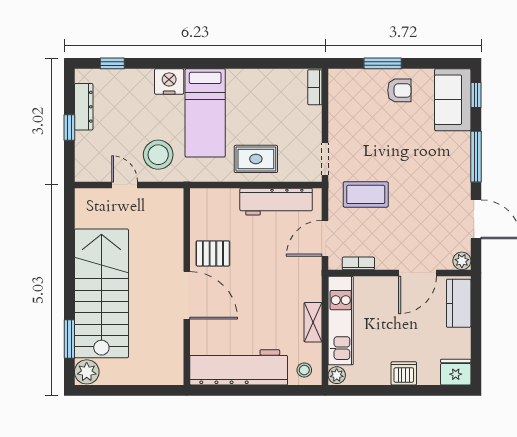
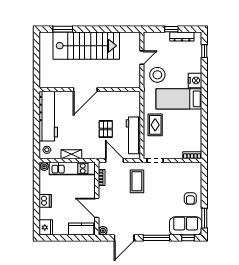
window: (383, 63) -> (204, 218), moved
pallet: (213, 253) -> (106, 129), moved
plant: (87, 372) -> (46, 38), removed

